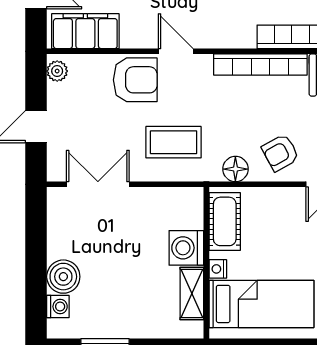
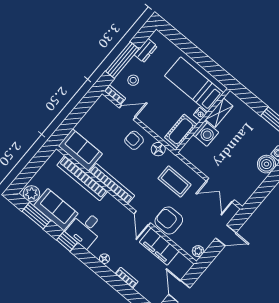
filing cabinet: (85, 31) -> (159, 247), moved
armchair: (280, 153) -> (134, 140), turned -148

